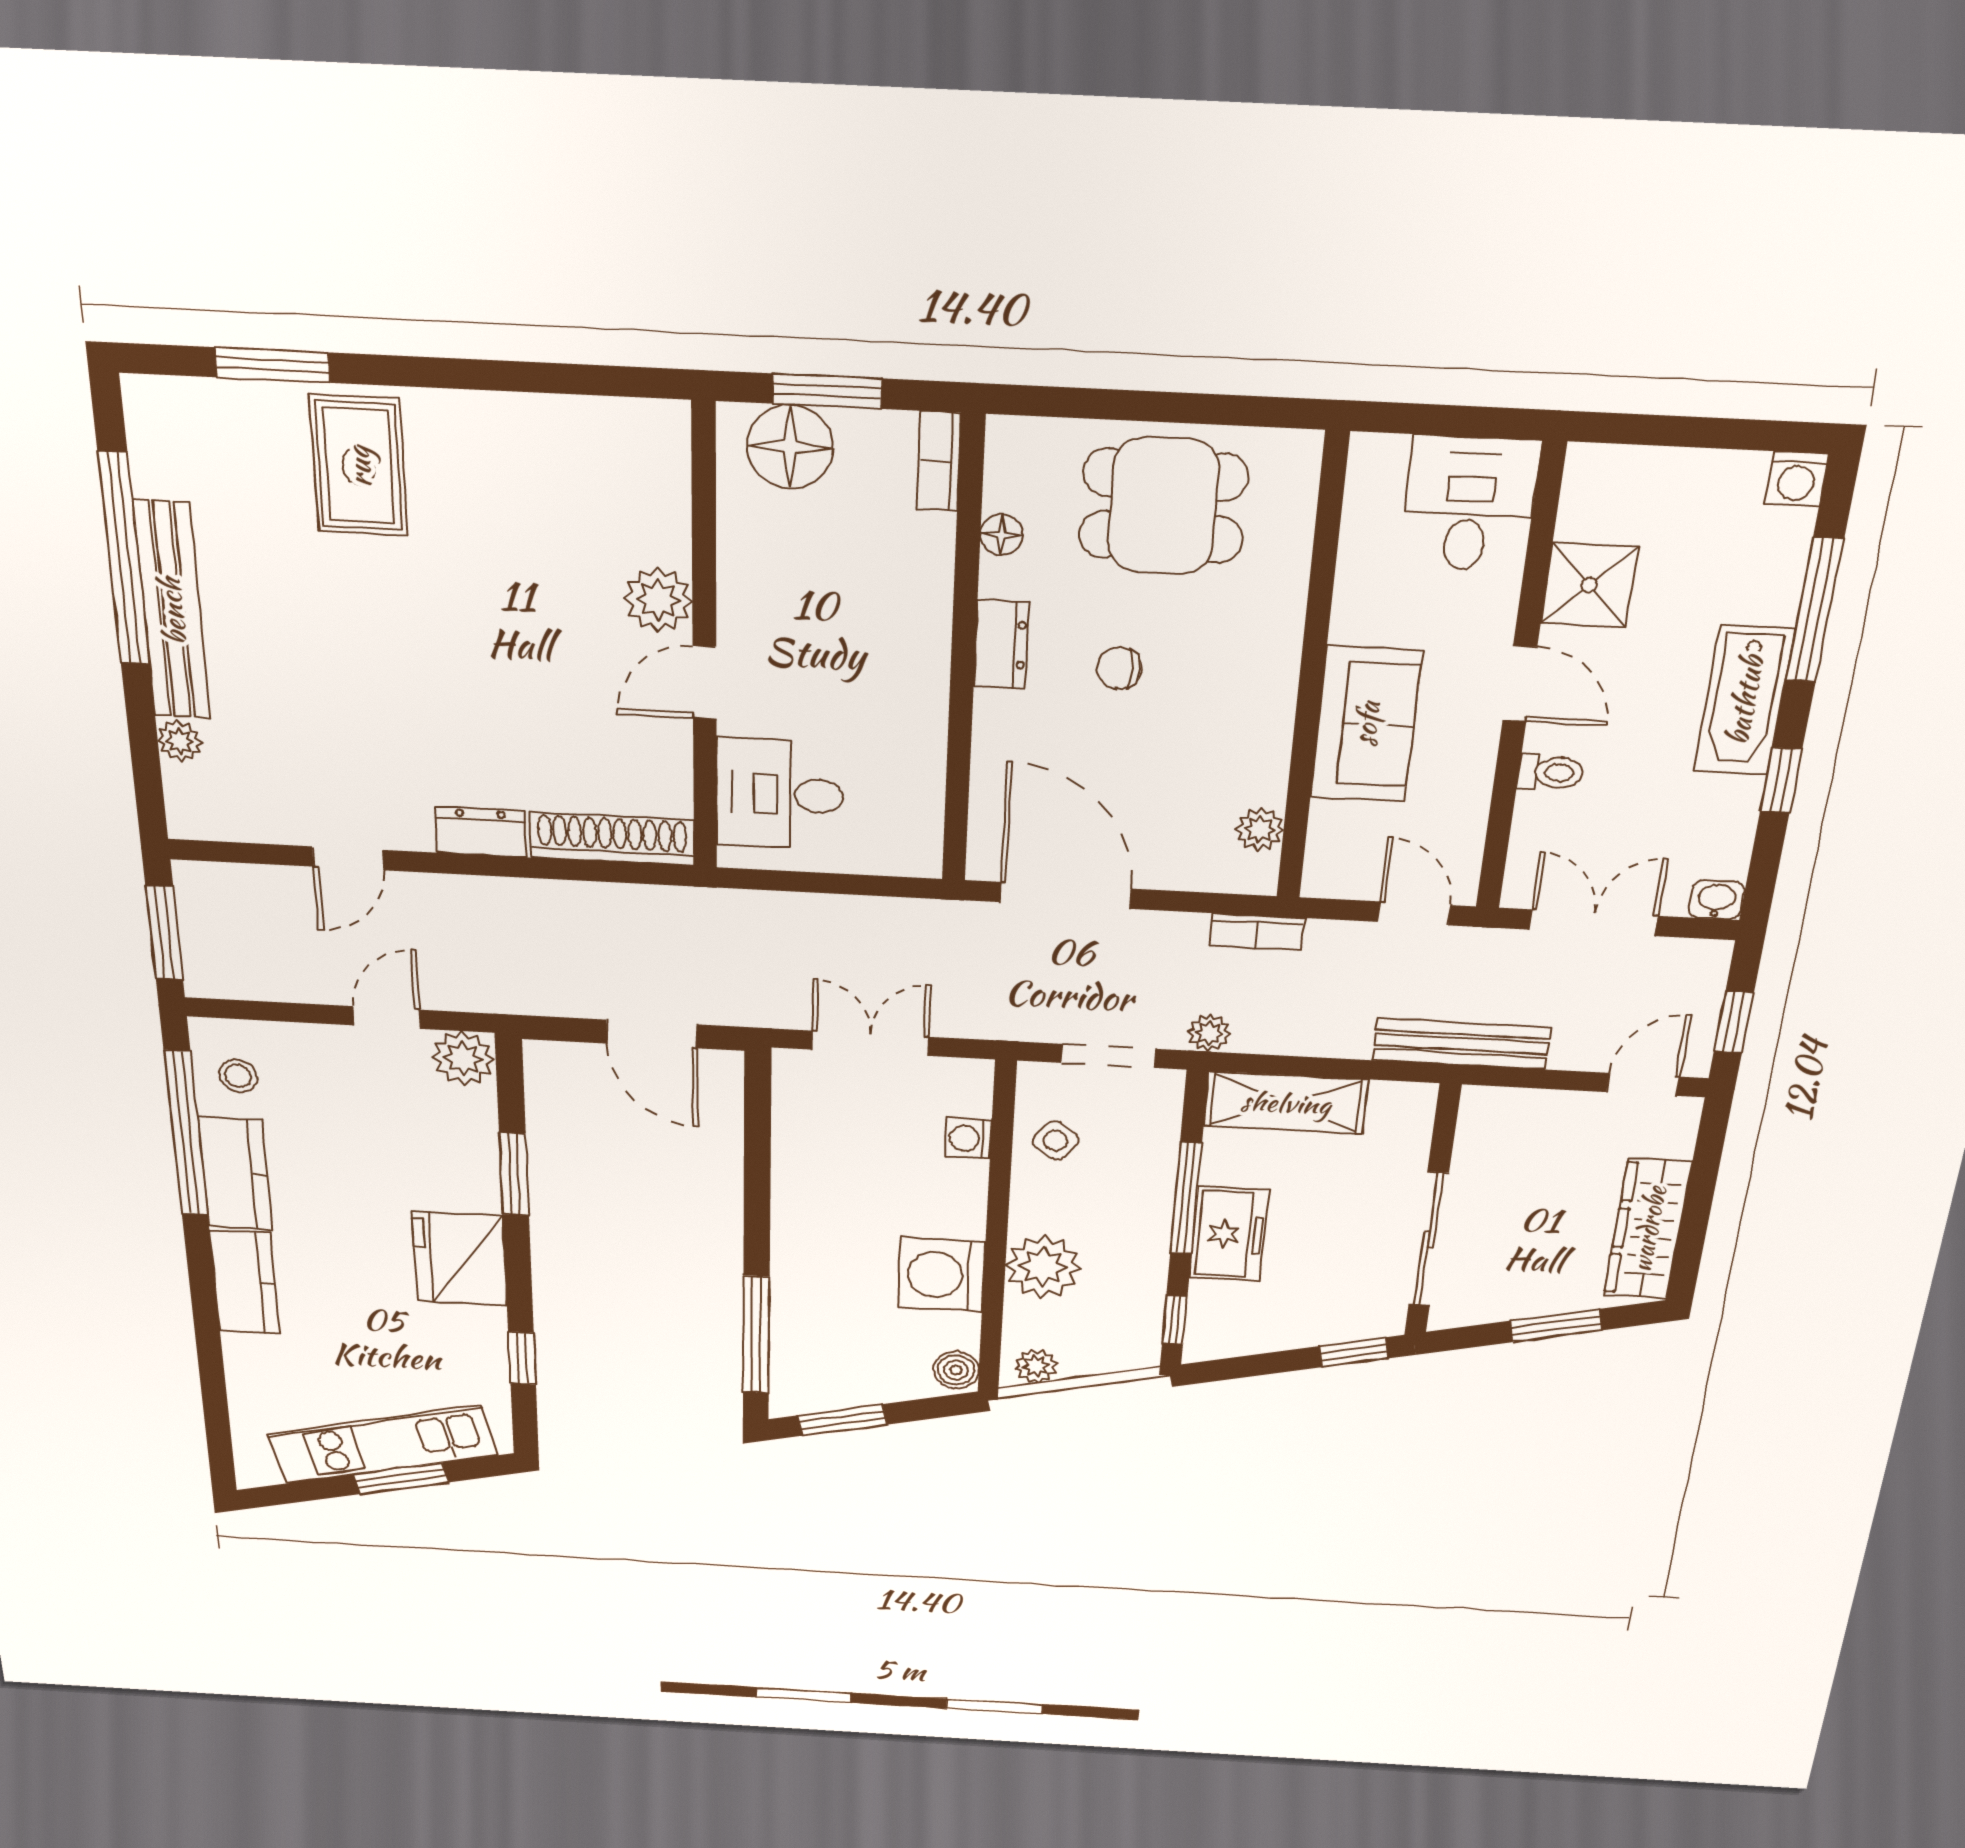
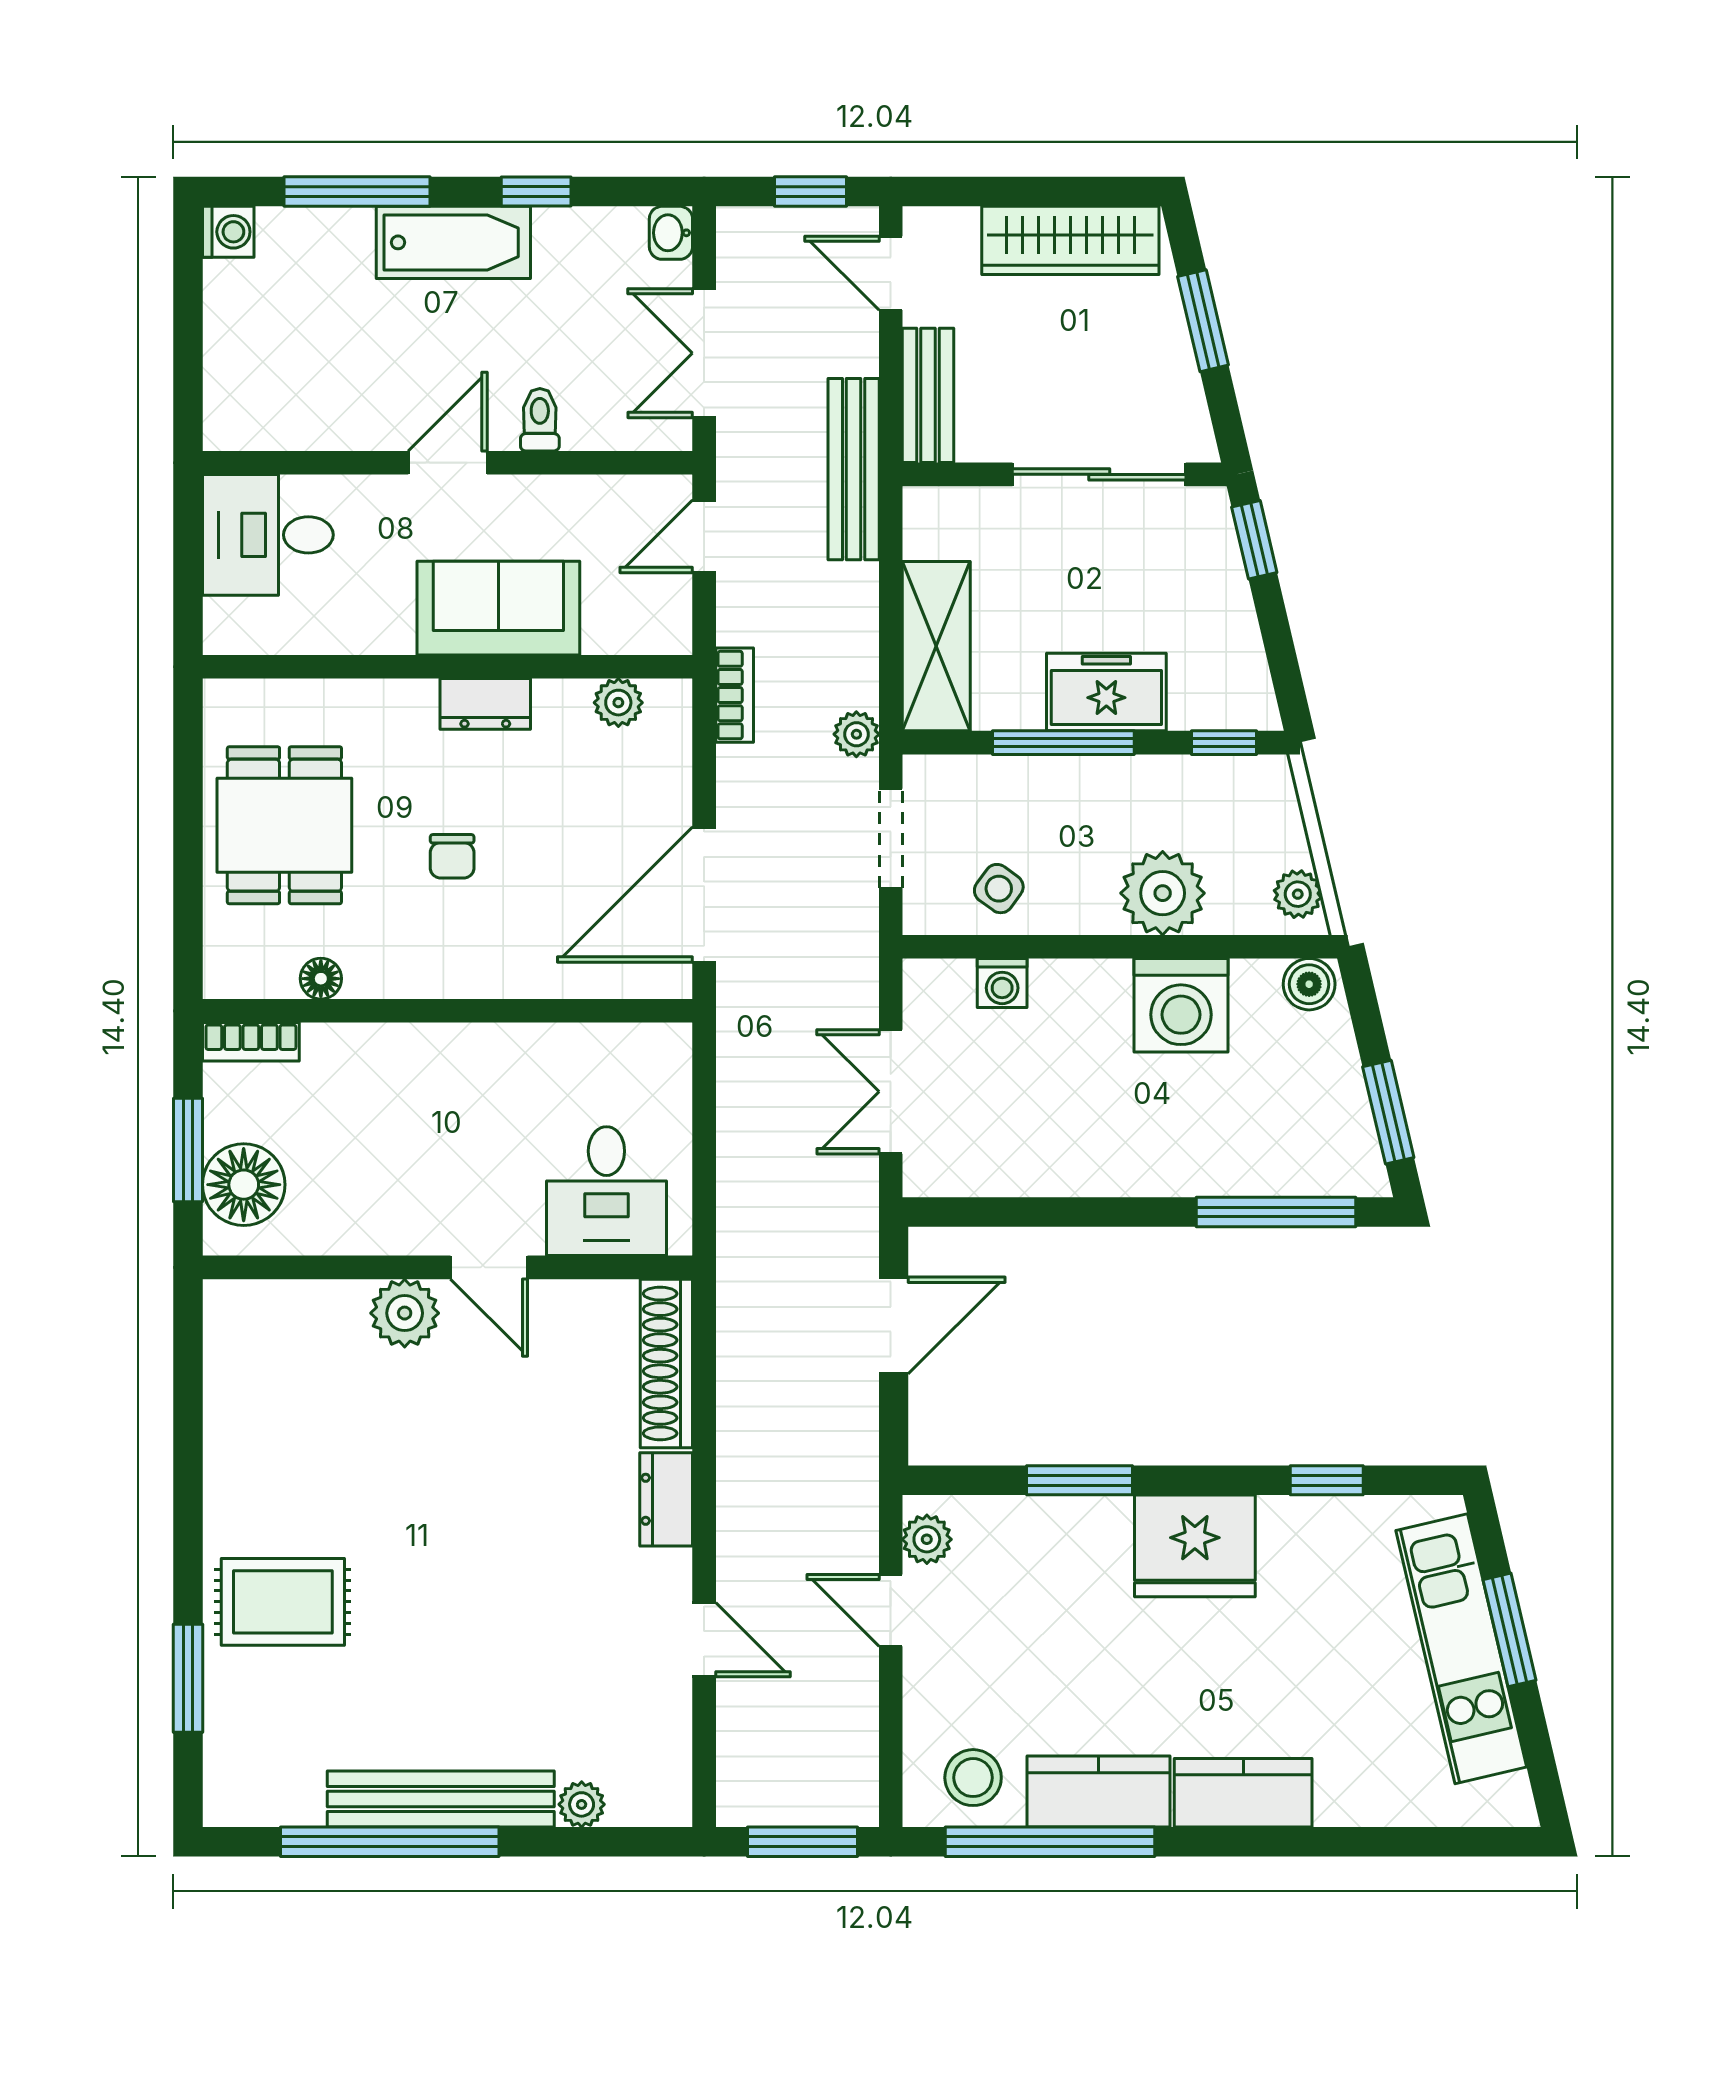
shower: (1589, 585) -> (343, 410), removed
dresser: (1001, 644) -> (485, 704), moved, turned 180
plant: (463, 1058) -> (927, 1539), width x0.73, depth x0.73
stool: (238, 1076) -> (973, 1778), width x1.37, depth x1.37
bench: (1522, 1109) -> (928, 395), added

